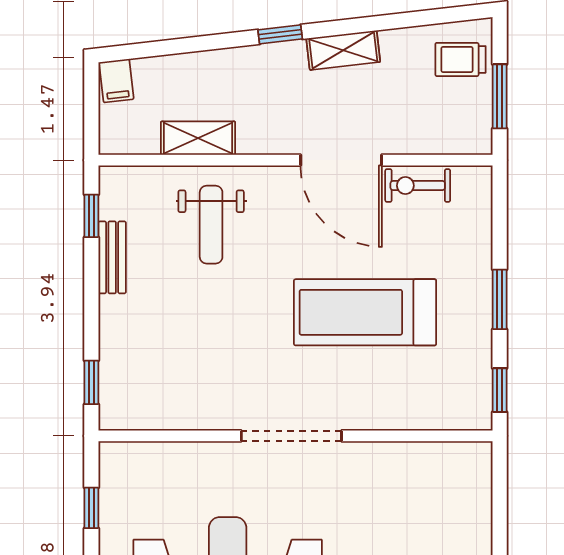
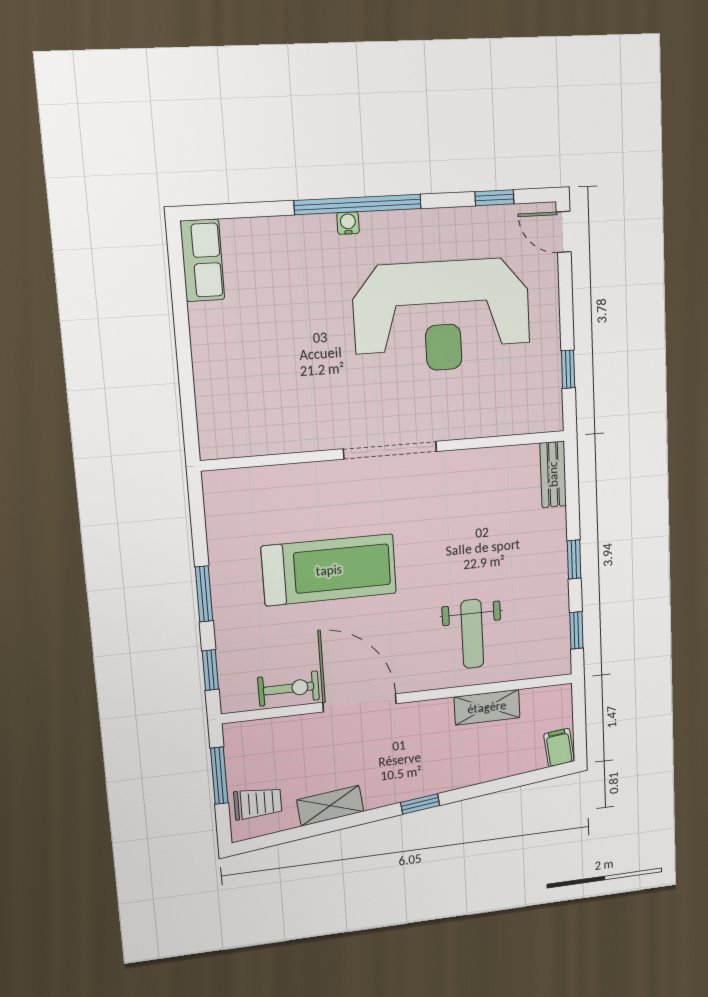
shelving: (343, 50) -> (330, 806), moved
weight bench: (211, 225) -> (472, 634), turned 180
bench: (112, 257) -> (553, 474), moved
window: (91, 382) -> (574, 559), moved
window: (500, 390) -> (210, 670), moved

